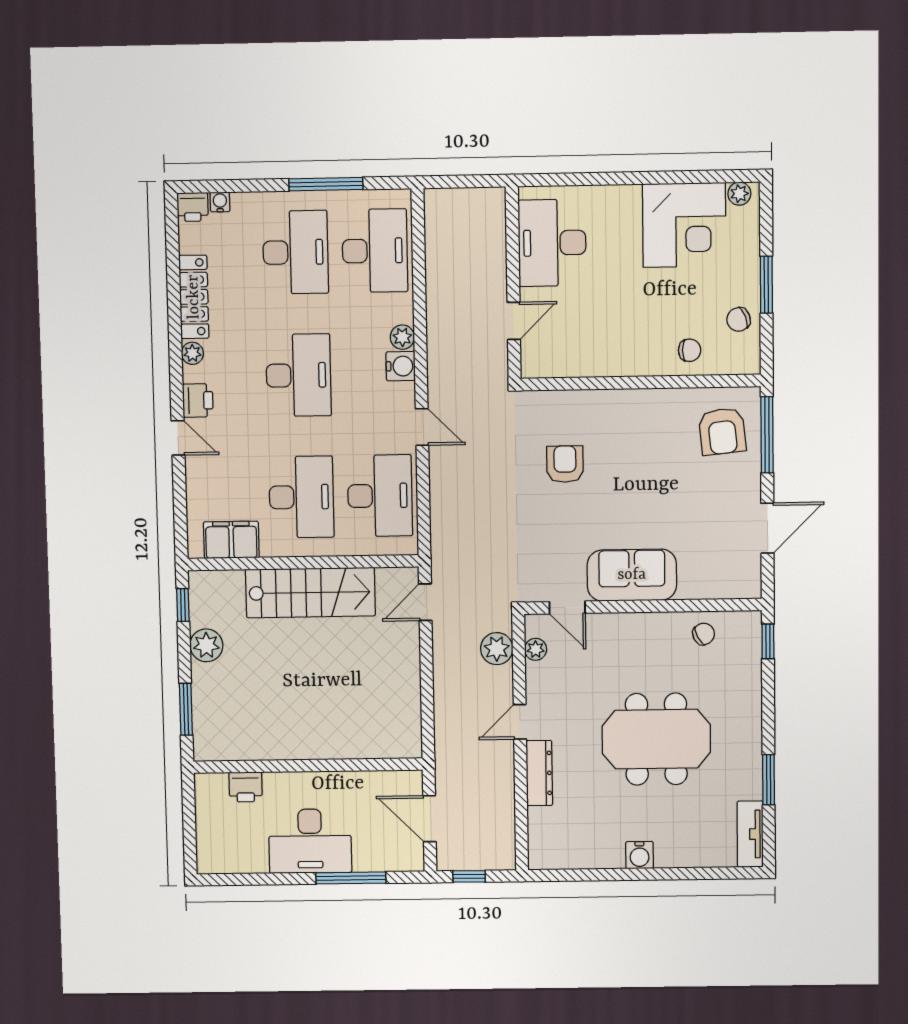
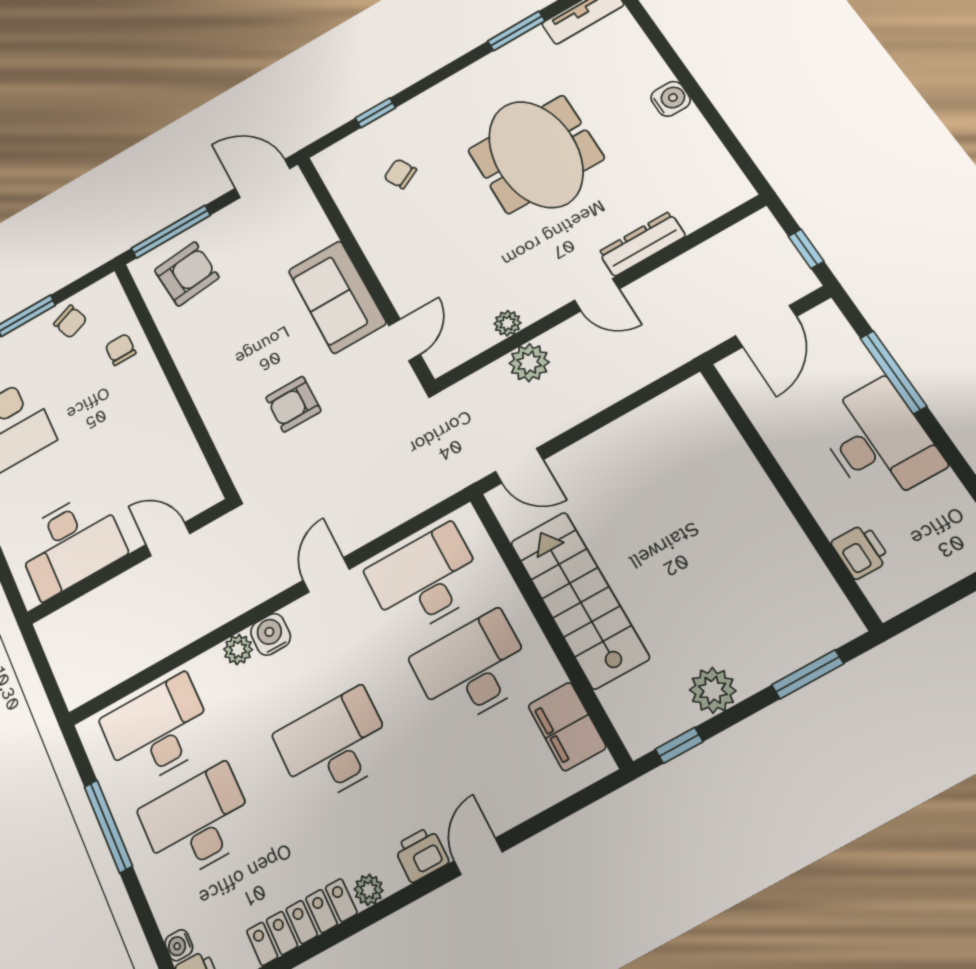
sofa: (632, 575) -> (337, 297), moved
wall: (643, 606) -> (364, 268), moved
door: (567, 608) -> (404, 340), moved

